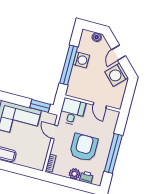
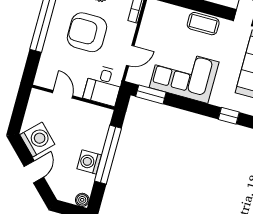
boiler: (97, 37) -> (82, 200), moved
door: (54, 132) -> (130, 56), hinge flipped
armchair: (84, 148) -> (87, 32), turned 90

